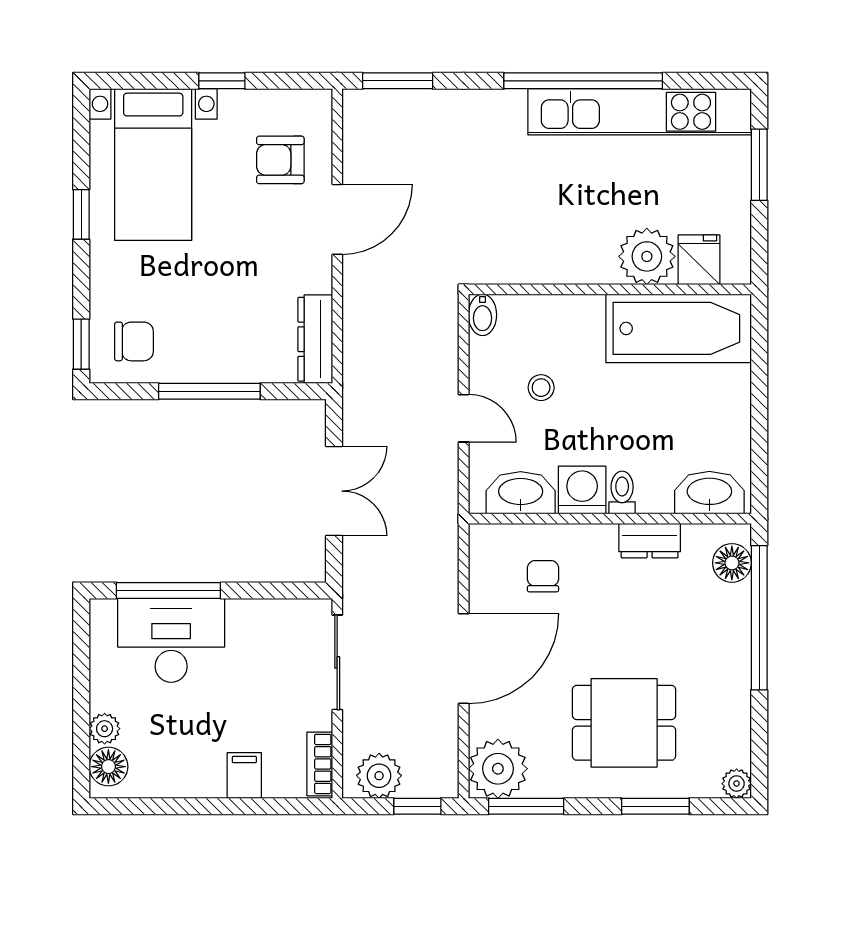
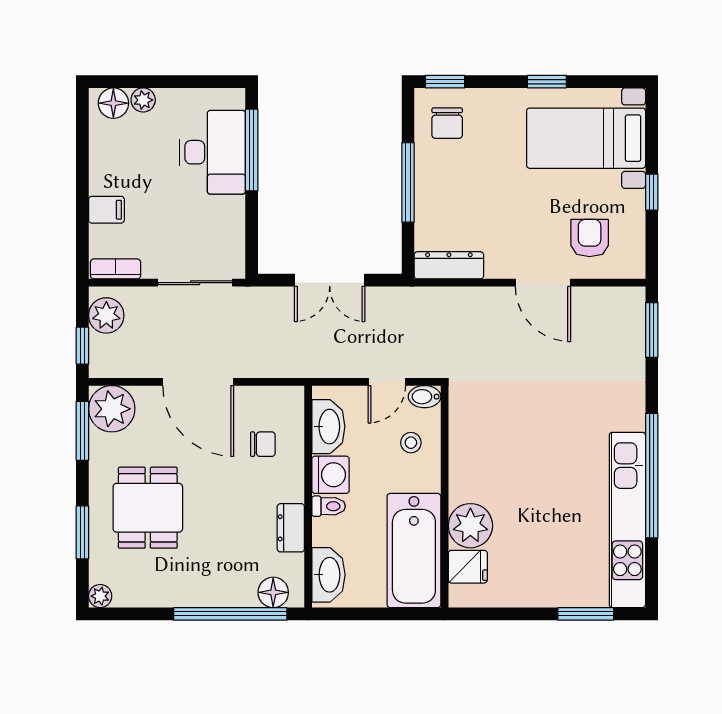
plant: (647, 256) -> (470, 526), moved
fridge: (699, 260) -> (468, 567), moved
wall: (610, 289) -> (445, 497), moved
bidet: (483, 315) -> (425, 397), moved
bathtub: (679, 328) -> (414, 551), moved

